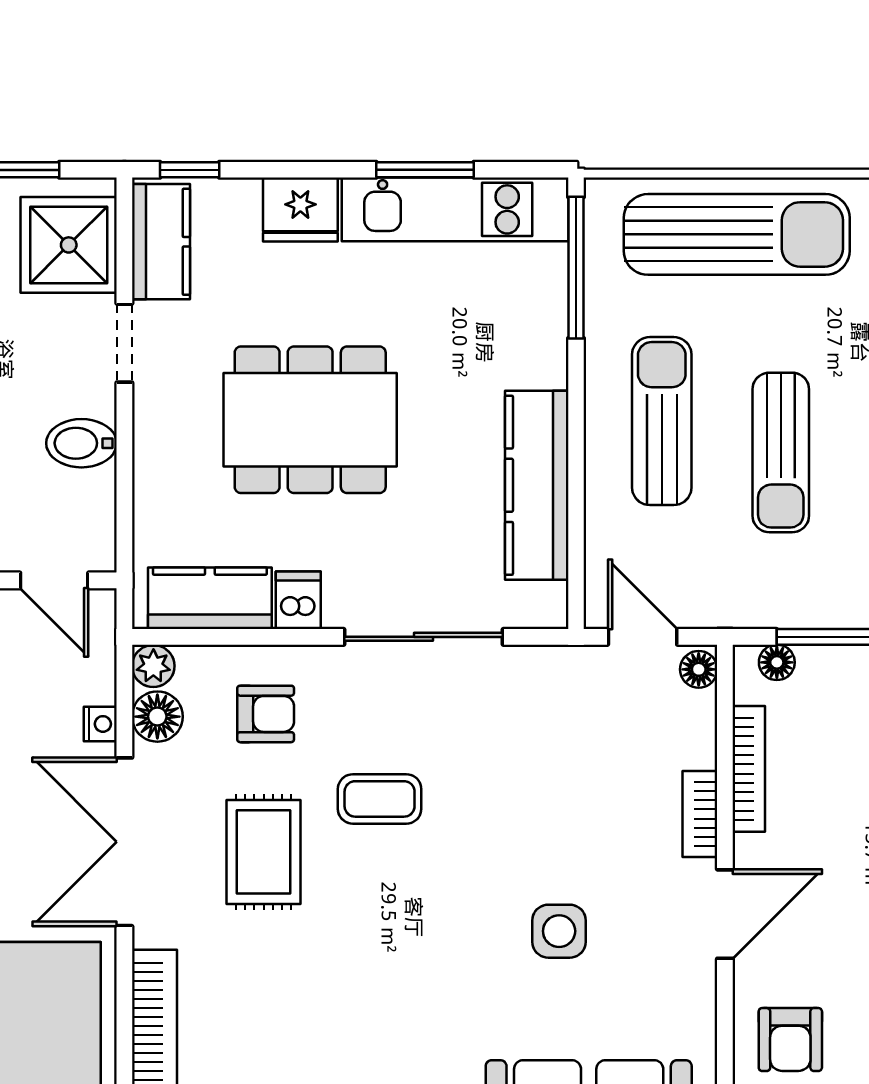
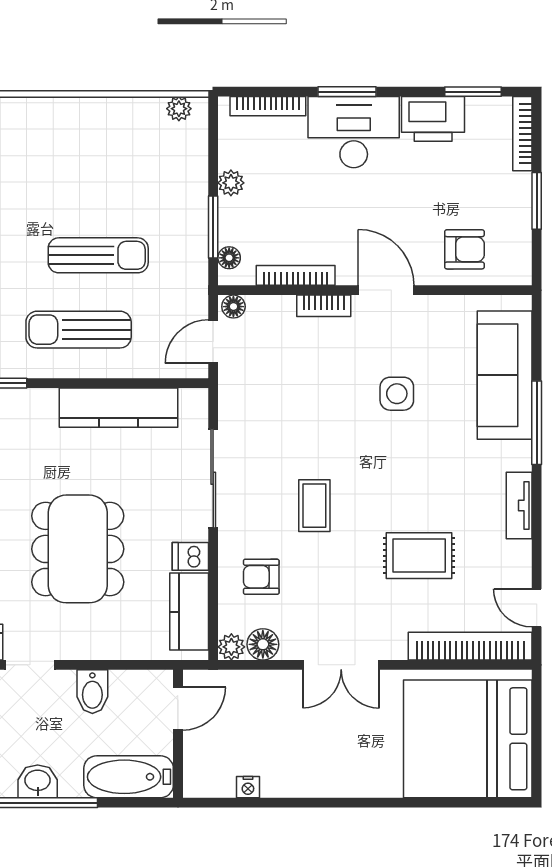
armchair: (266, 714) -> (261, 577), turned -90
nightstand: (100, 724) -> (268, 680), removed
double door: (124, 842) -> (341, 665), width x0.73
rug: (264, 852) -> (419, 556), moved

